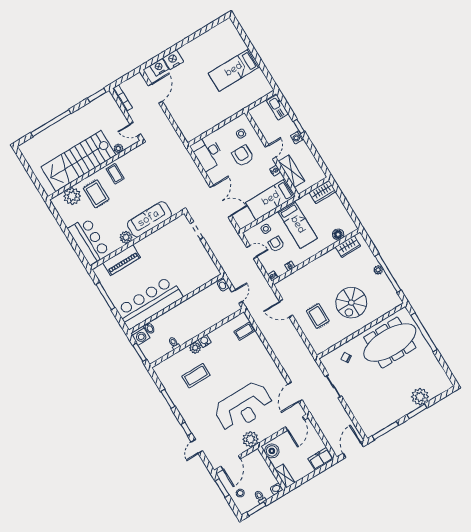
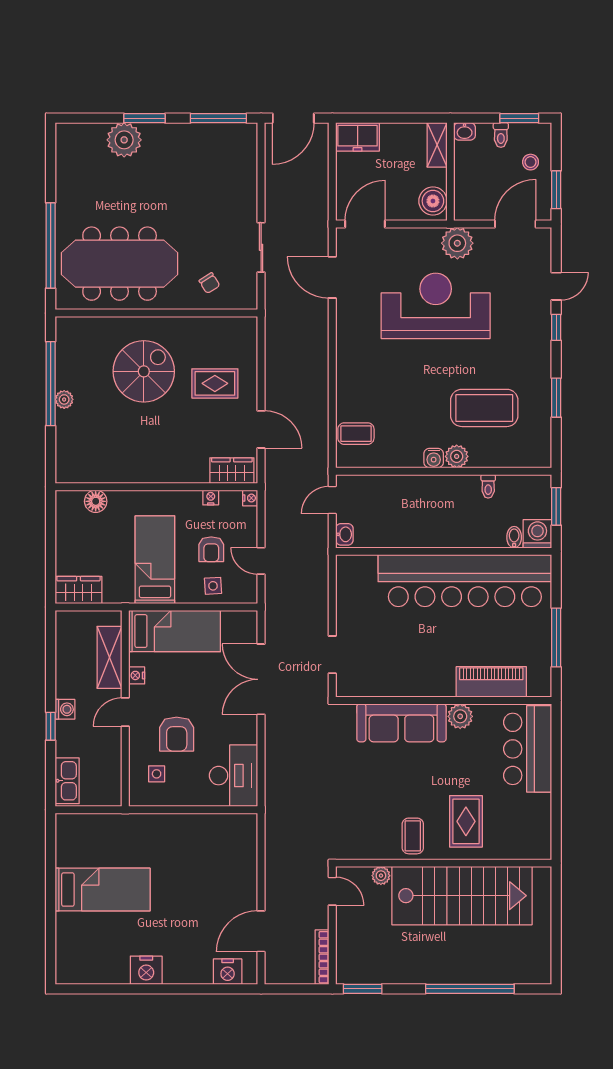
nightstand: (173, 60) -> (146, 970), moved
plant: (72, 196) -> (509, 842), removed
wardrobe: (348, 246) -> (232, 471), moved
bar counter: (149, 303) -> (465, 581), width x1.36
rug: (318, 316) -> (215, 383), turned 90
coffee table: (196, 376) -> (484, 408), width x1.36, depth x1.32
door: (295, 392) -> (332, 277), swing flipped

